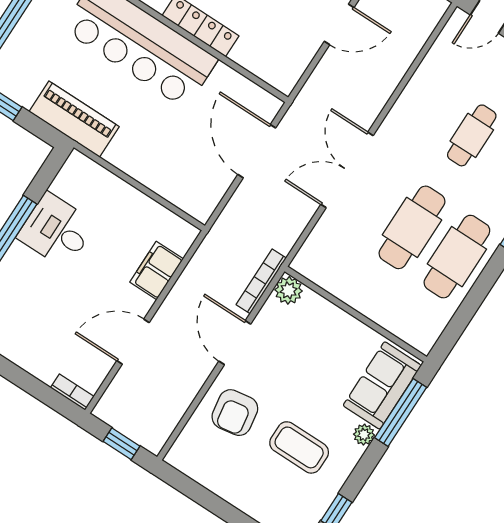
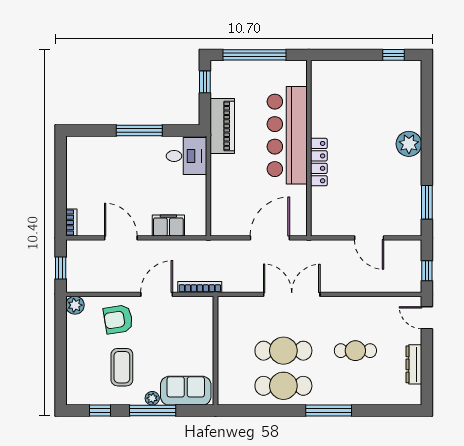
desk: (56, 230) -> (187, 156), moved, turned 90
plant: (289, 290) -> (75, 305), moved
window: (401, 412) -> (153, 411), moved

